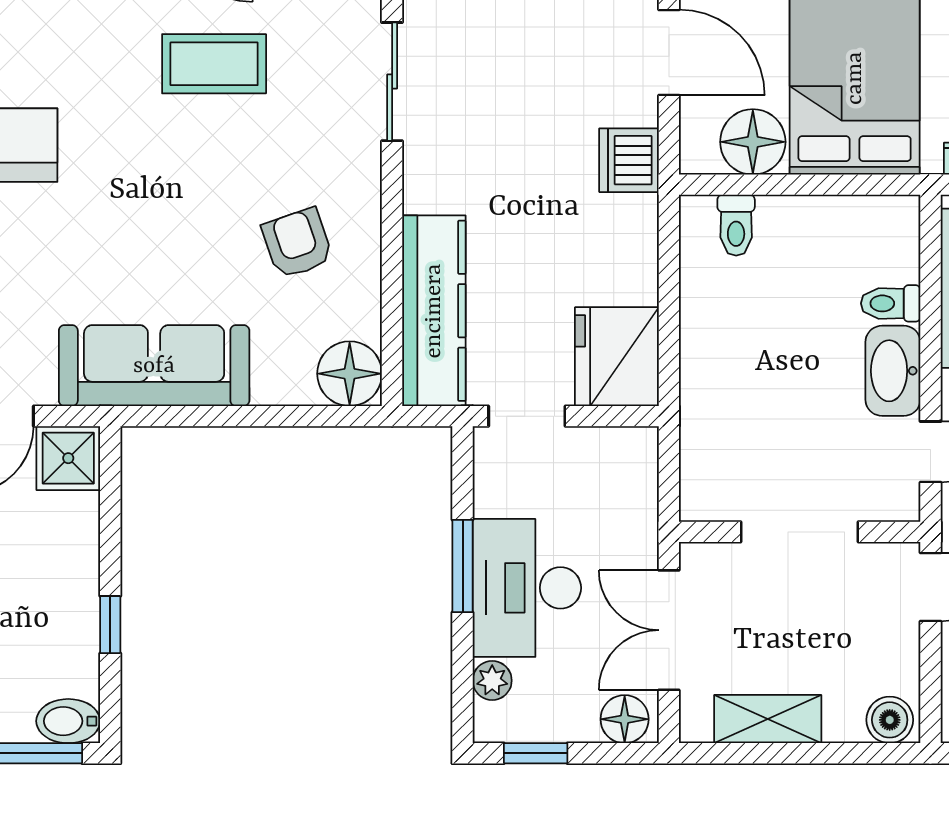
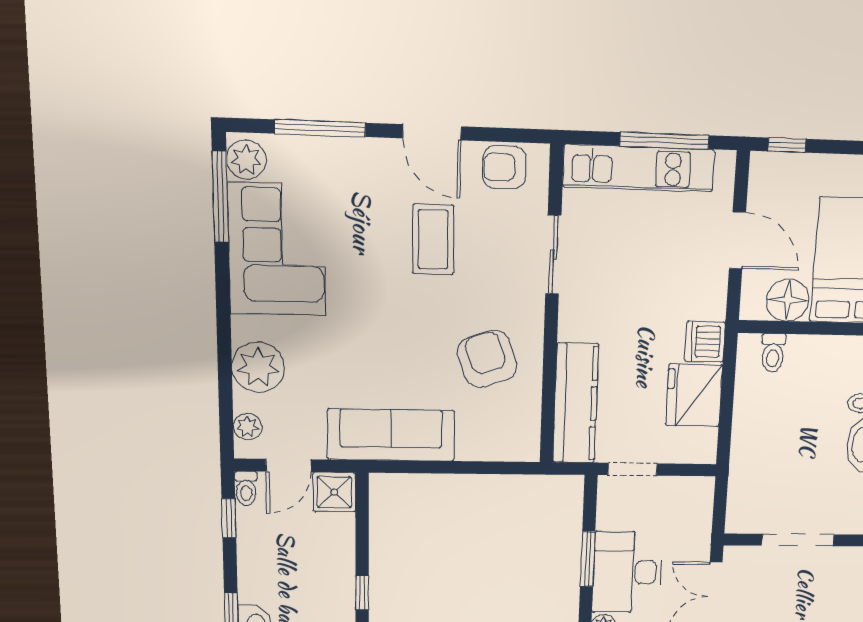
coffee table: (214, 64) -> (433, 239), turned 90
dishwasher: (629, 160) -> (705, 342), moved
armchair: (297, 243) -> (487, 359), width x1.38, depth x1.38
fridge: (617, 357) -> (694, 395), moved
floor lamp: (350, 374) -> (519, 442), removed

